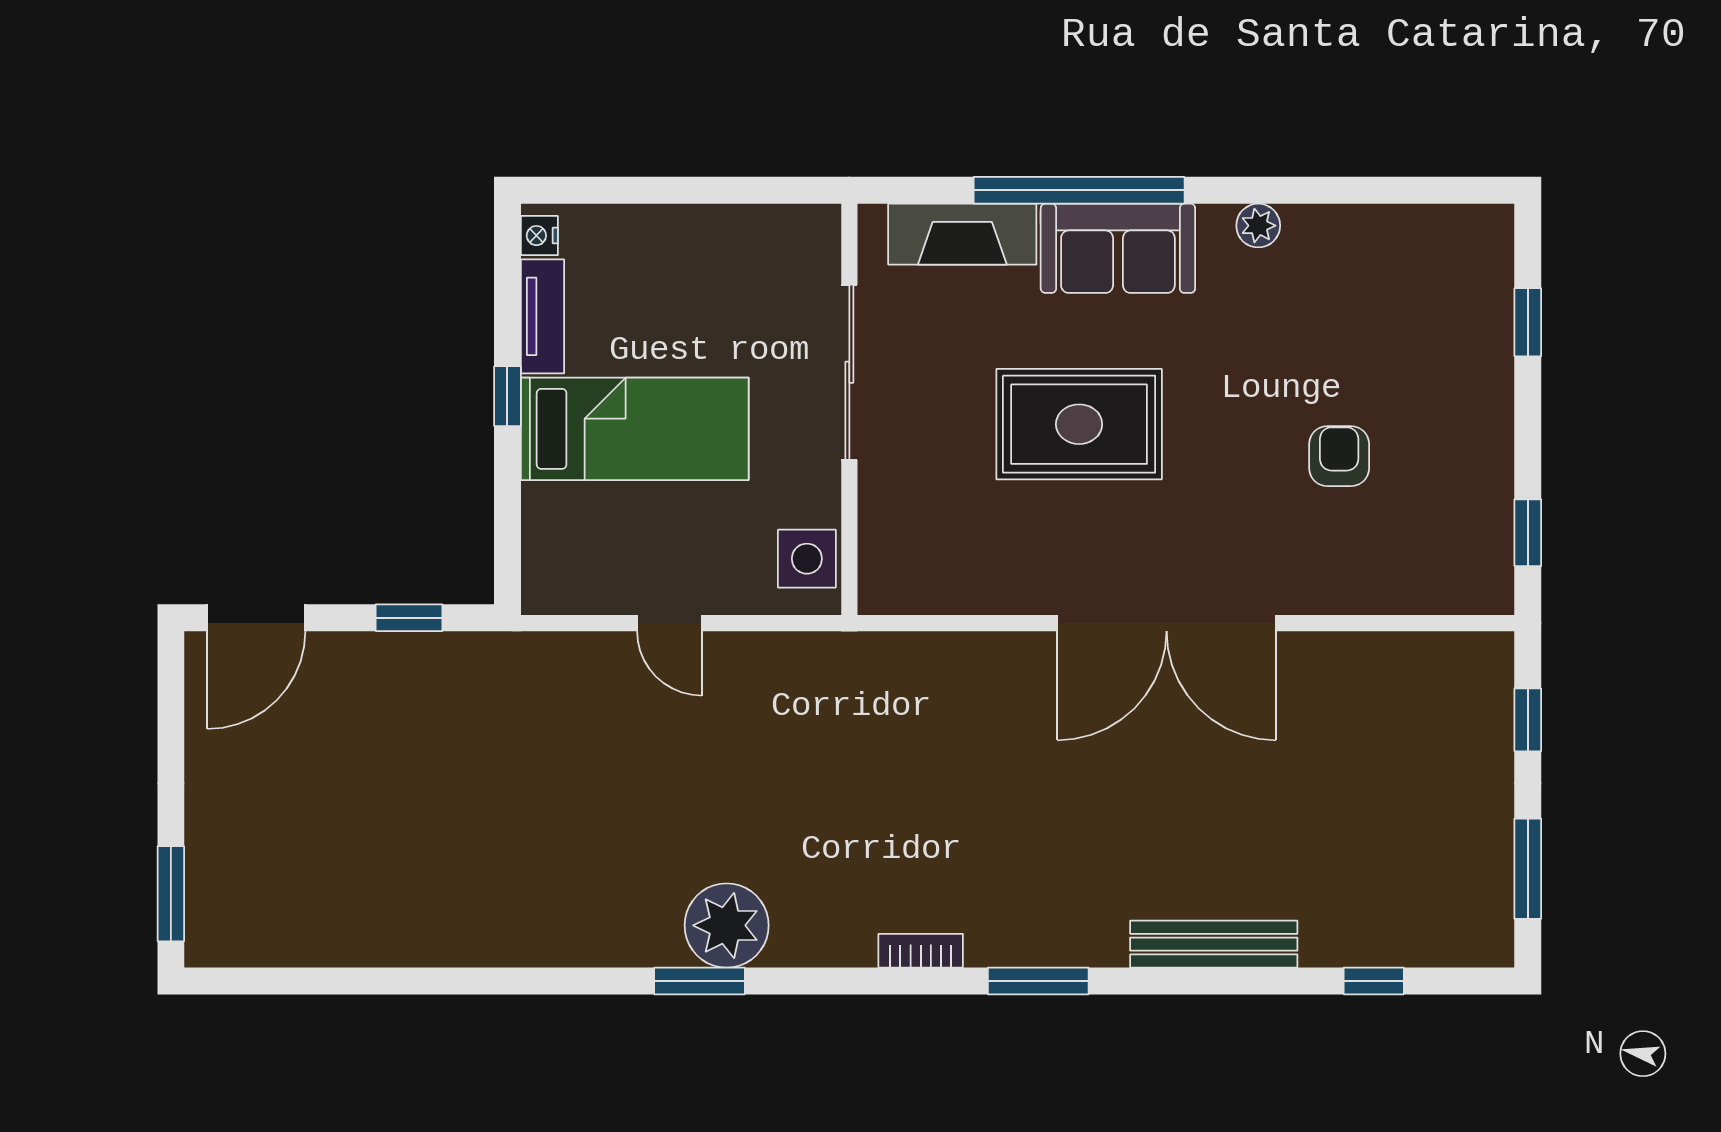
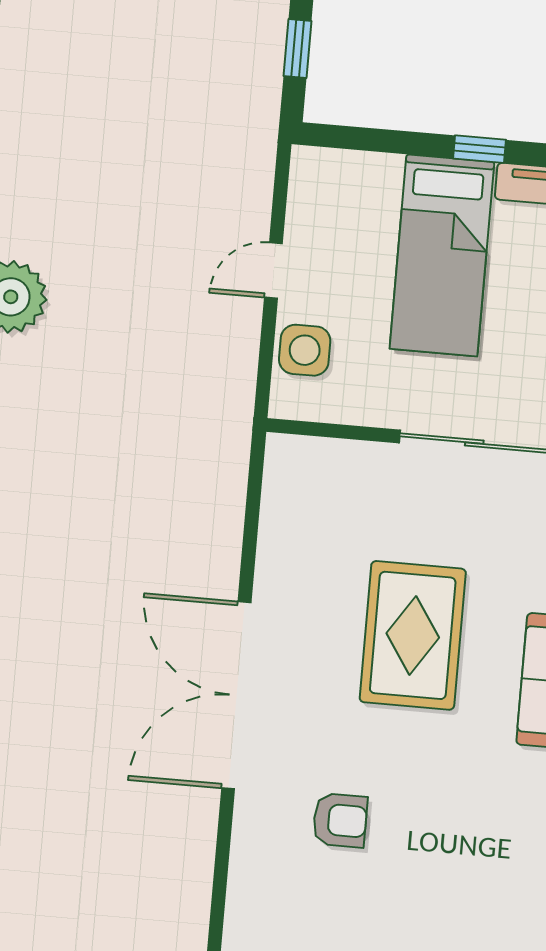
armchair: (1339, 456) -> (340, 820), moved
side table: (807, 559) -> (305, 350), moved

